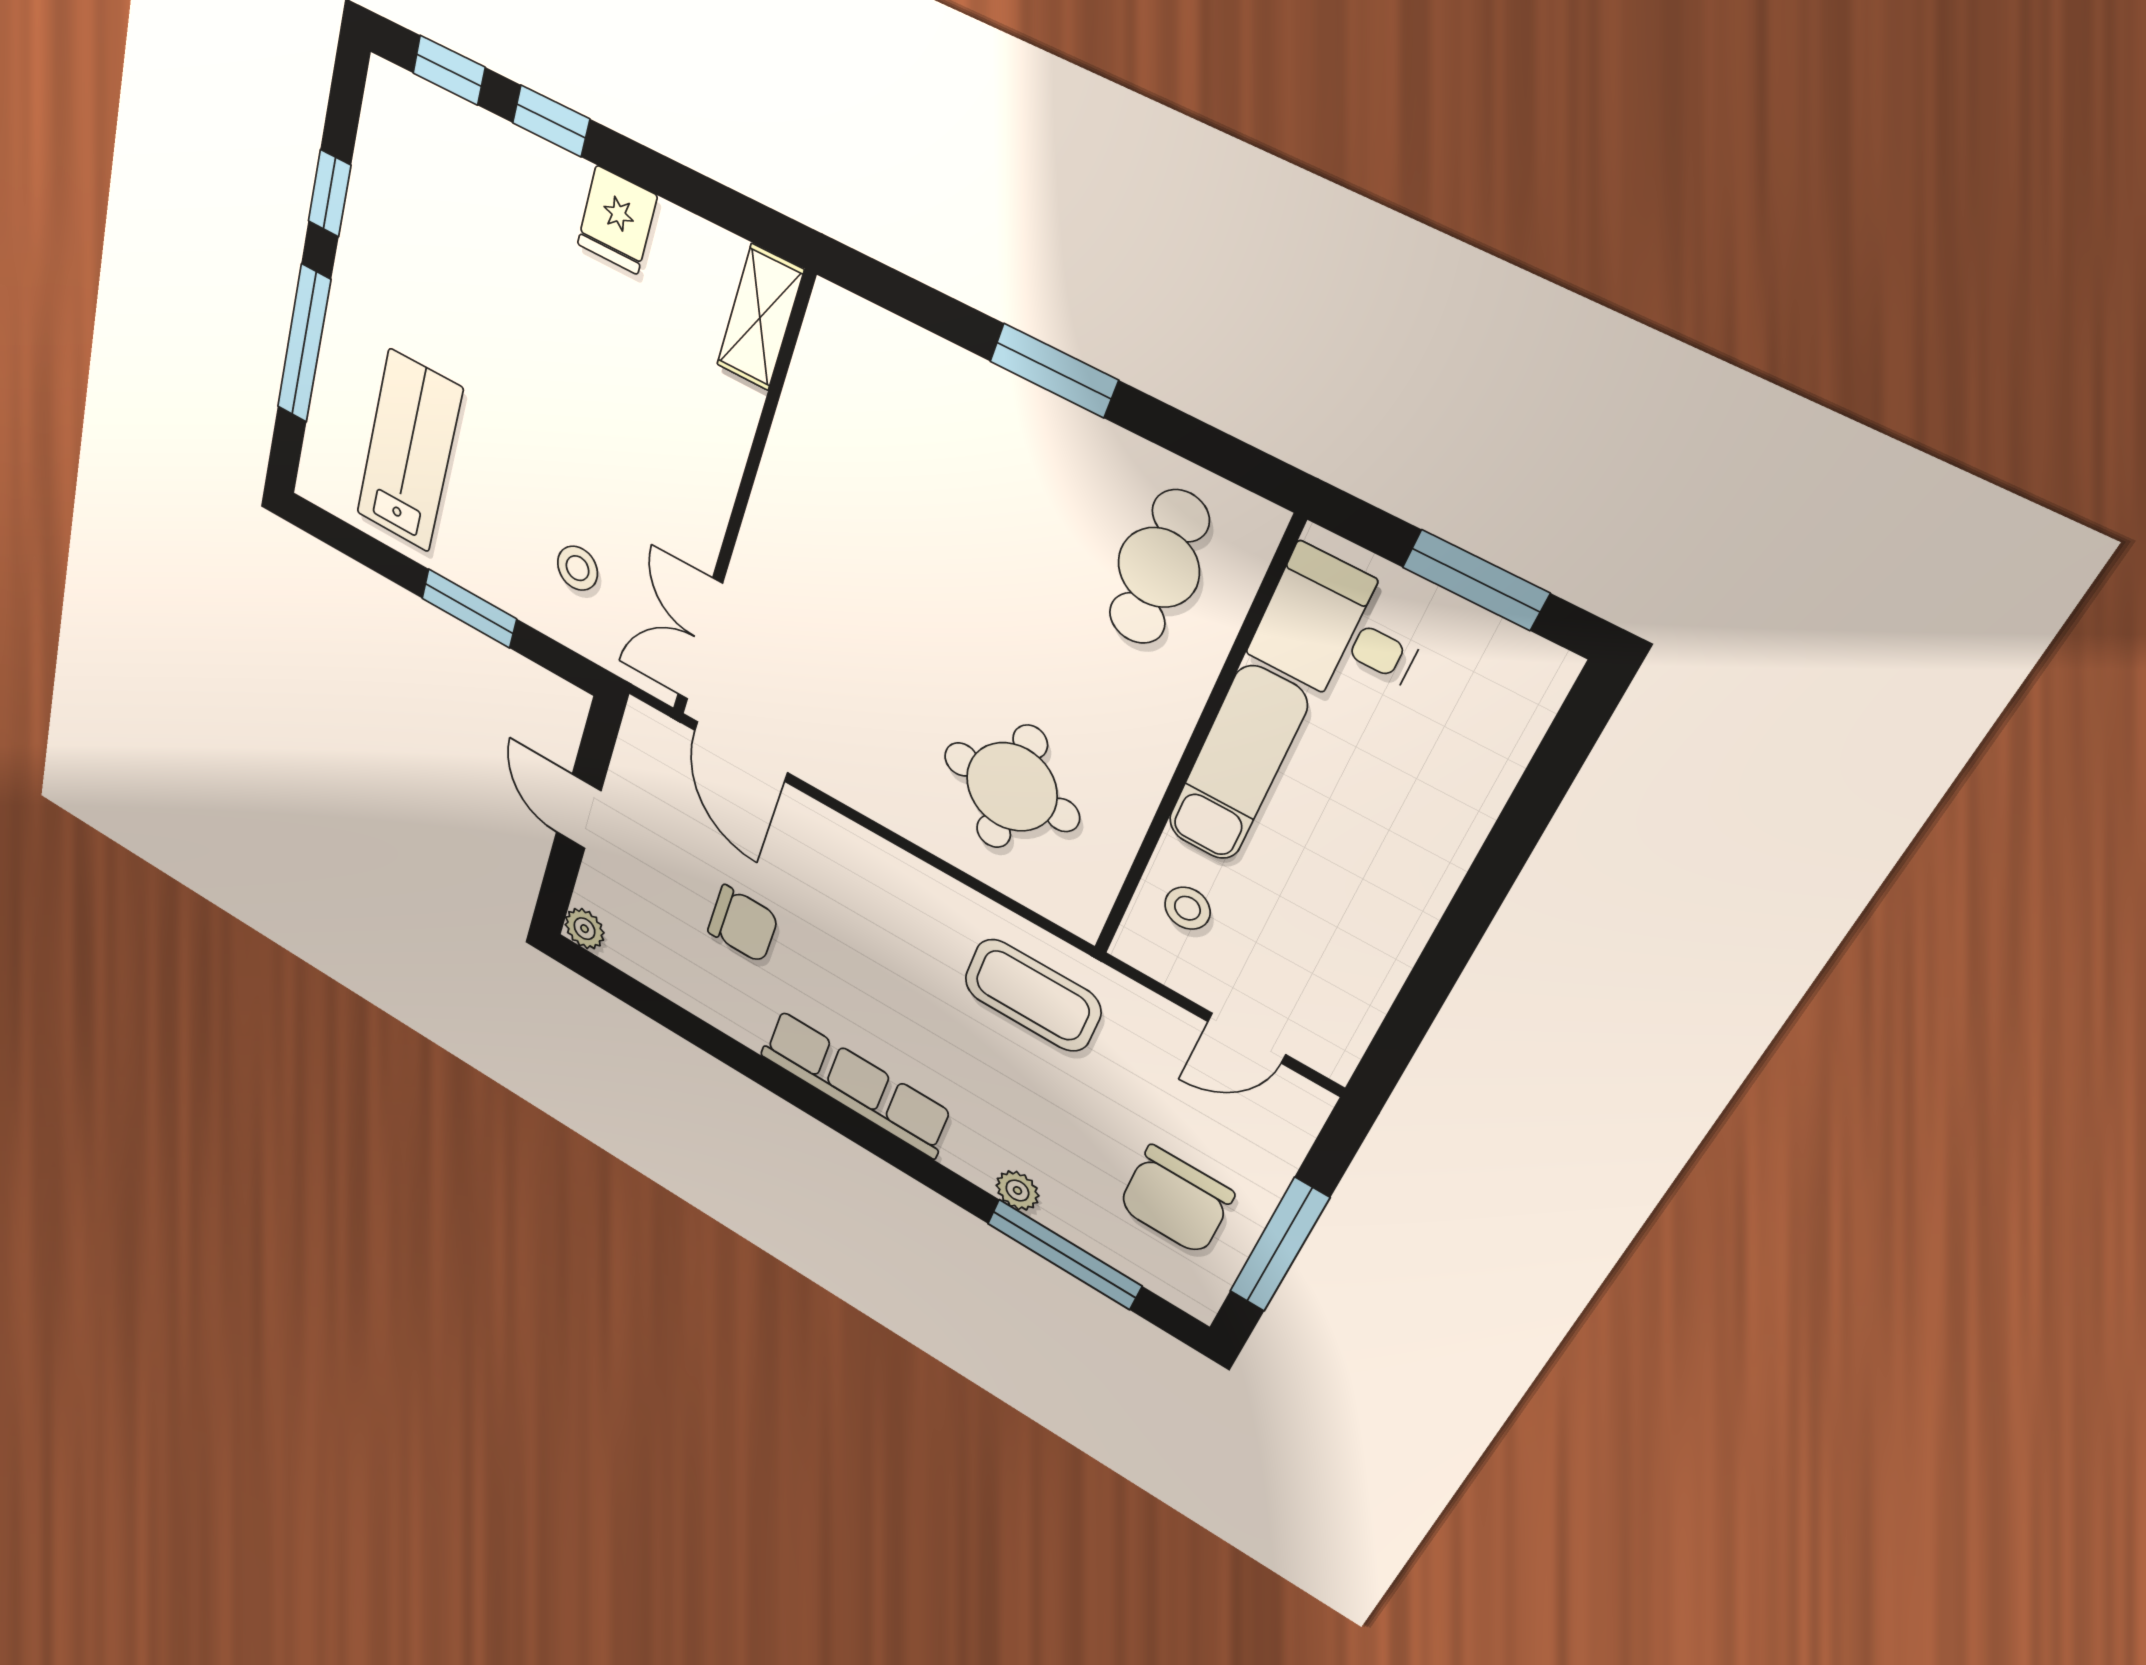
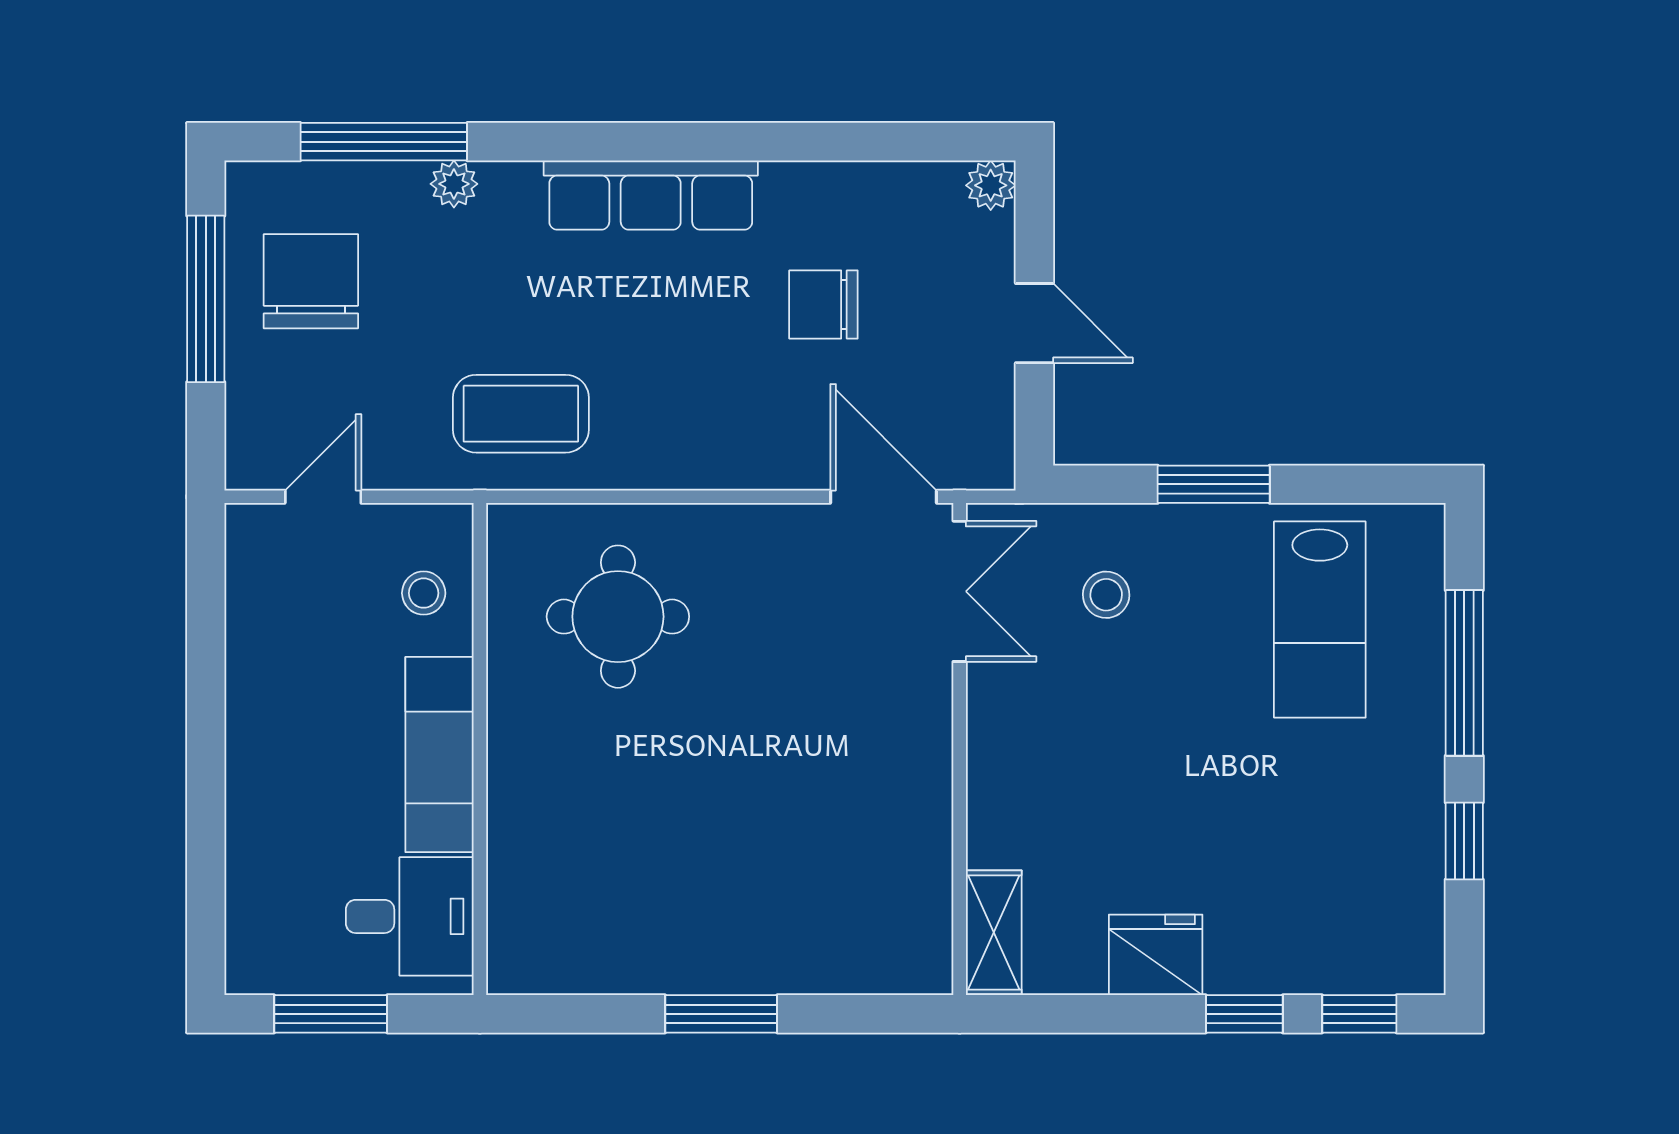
fridge: (617, 220) -> (1156, 955), width x1.38
cafe table: (1159, 568) -> (572, 892), removed

